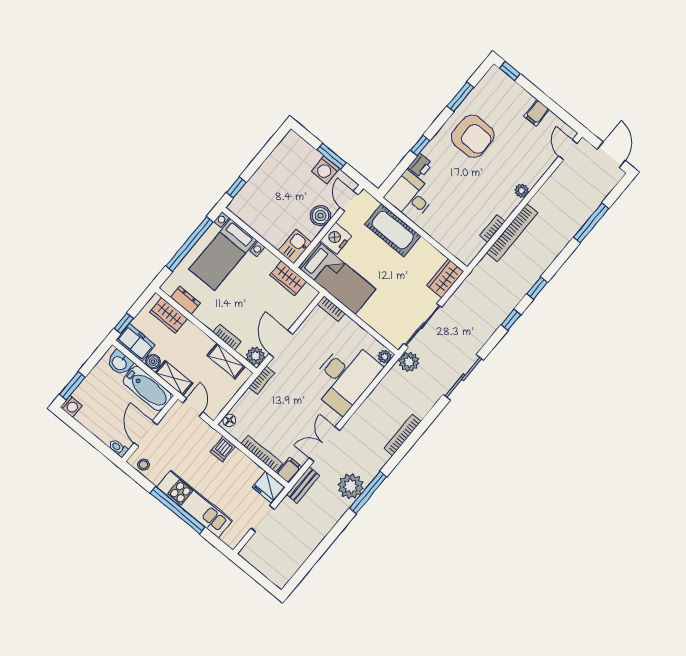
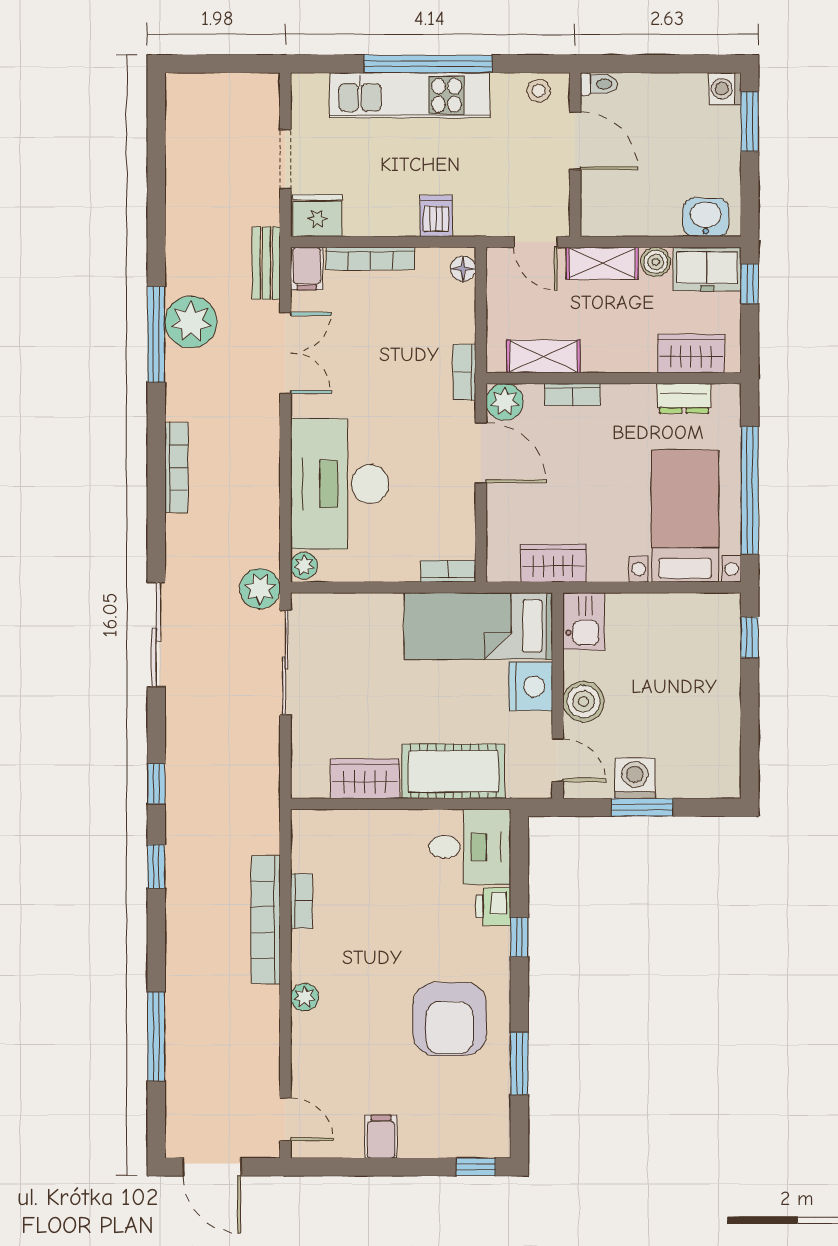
armchair: (473, 136) -> (450, 1019), turned -90
wardrobe: (445, 278) -> (365, 779), moved, turned -90
bathtub: (147, 388) -> (630, 213), removed

